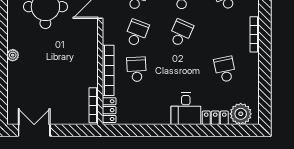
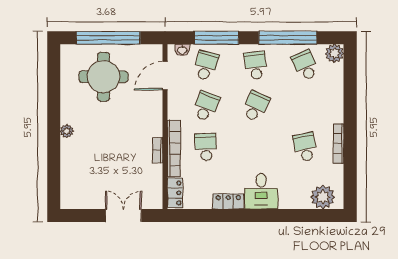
bookcase: (255, 34) -> (339, 144), moved
bookcase: (94, 105) -> (158, 150), moved, width x0.64
locker: (215, 118) -> (228, 201), moved
double door: (34, 130) -> (123, 216), moved

